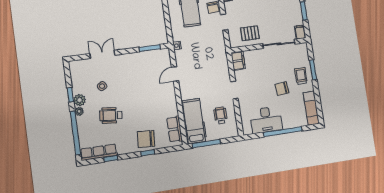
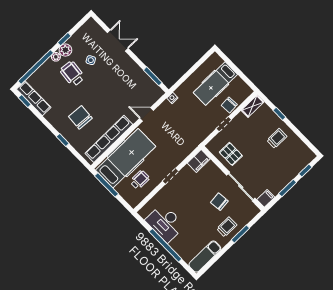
chair: (282, 89) -> (219, 202), moved
wheelchair: (111, 115) -> (72, 74), moved
hospital bed: (194, 121) -> (126, 158), width x1.37, depth x1.29
row of seats: (175, 129) -> (109, 139), width x2.02
chair: (146, 139) -> (80, 117), moved
window: (111, 159) -> (25, 101), moved

